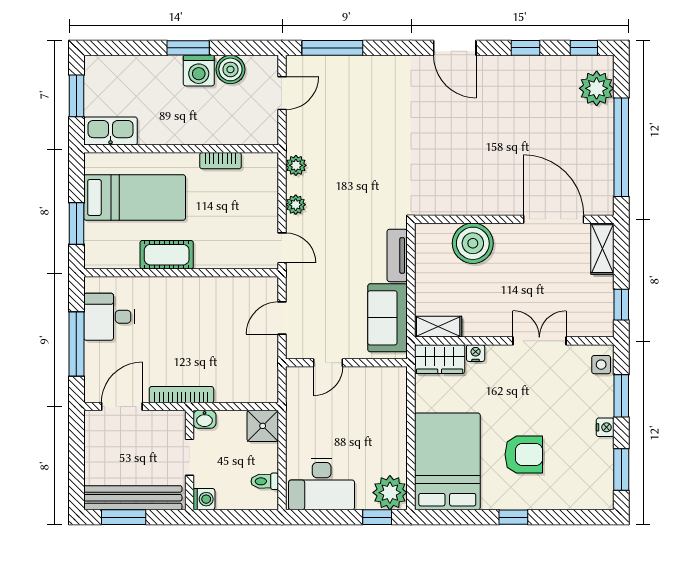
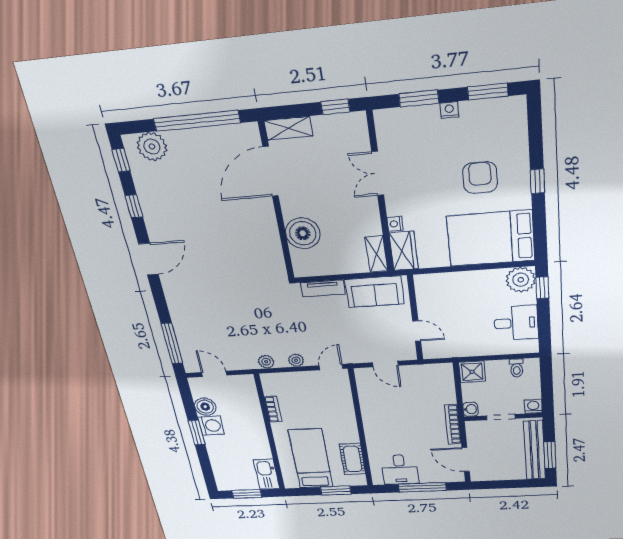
cot: (167, 255) -> (353, 459), moved
side table: (601, 365) -> (392, 119), removed
desk: (322, 484) -> (516, 323), width x0.73

